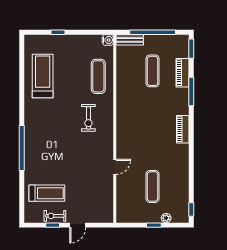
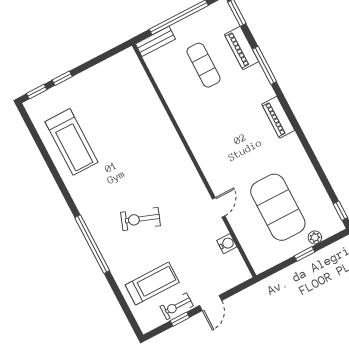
window: (37, 32) -> (37, 92), added
water cooler: (108, 40) -> (227, 244), moved
treadmill: (43, 76) -> (71, 142), turned 180
exercise mat: (98, 76) -> (140, 107), removed
exercise bike: (88, 118) -> (141, 219), moved, turned 110
exercise mat: (153, 186) -> (278, 207), width x2.00, depth x1.45

